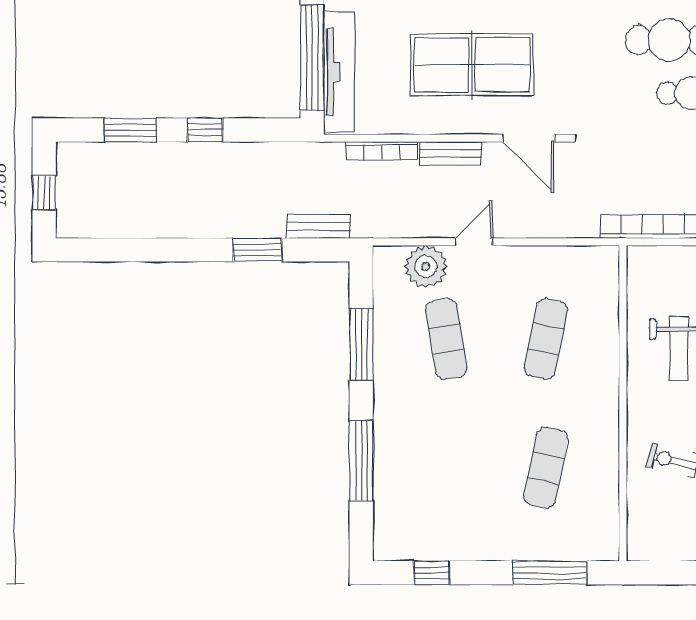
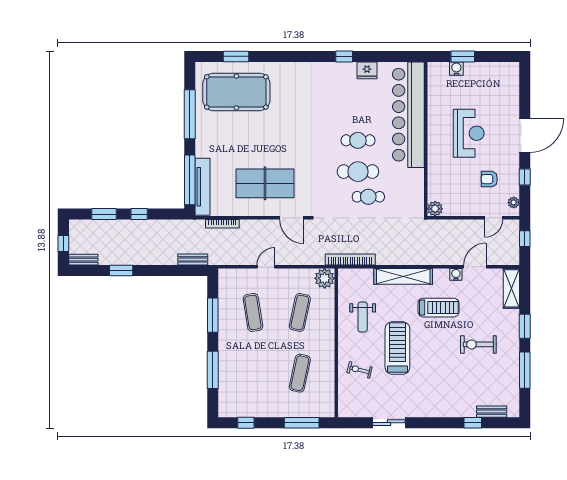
bench: (450, 153) -> (83, 260), moved
window: (257, 250) -> (121, 271), moved
plant: (426, 267) -> (325, 278), moved

